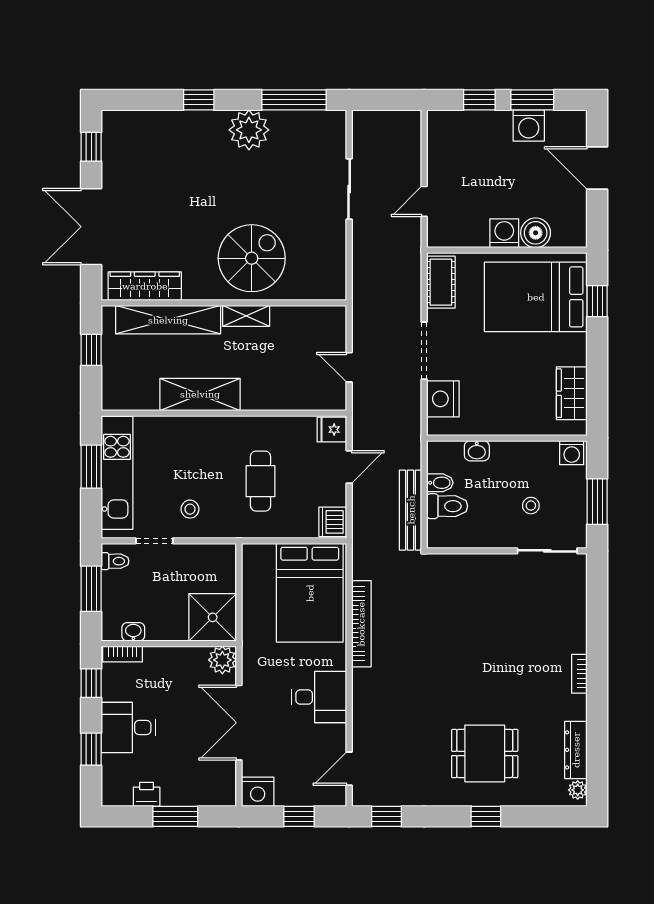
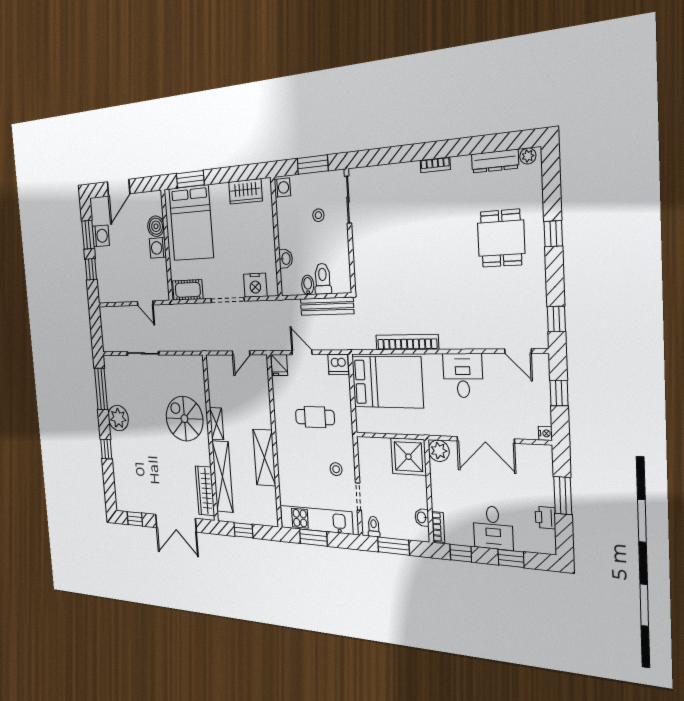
window: (597, 301) -> (190, 179), width x1.50
nightstand: (258, 792) -> (545, 433), width x0.53, depth x0.56

